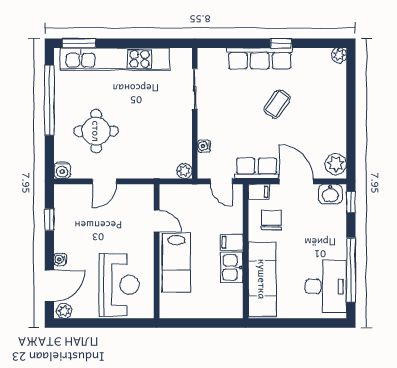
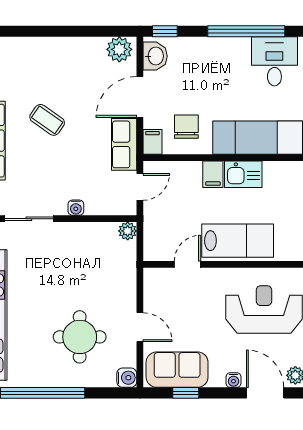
water cooler: (204, 146) -> (76, 208), moved
sofa: (69, 212) -> (177, 370), added
chair: (271, 220) -> (186, 127), turned 90
desk: (326, 286) -> (274, 61), width x0.73

